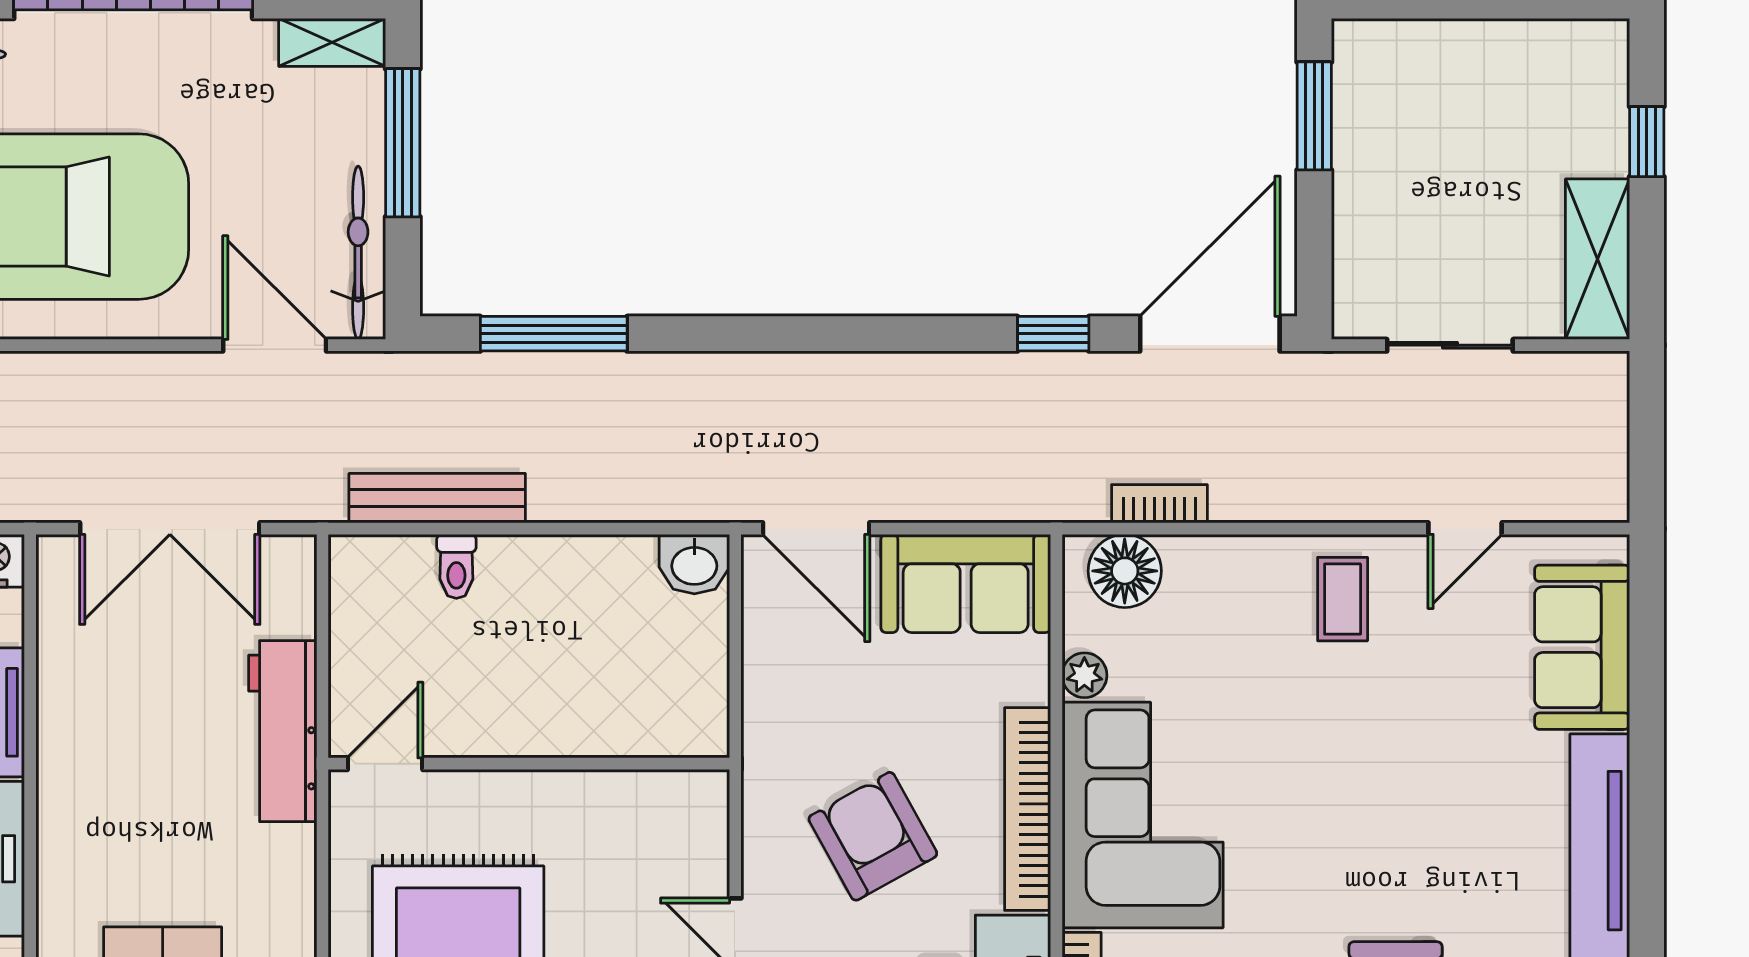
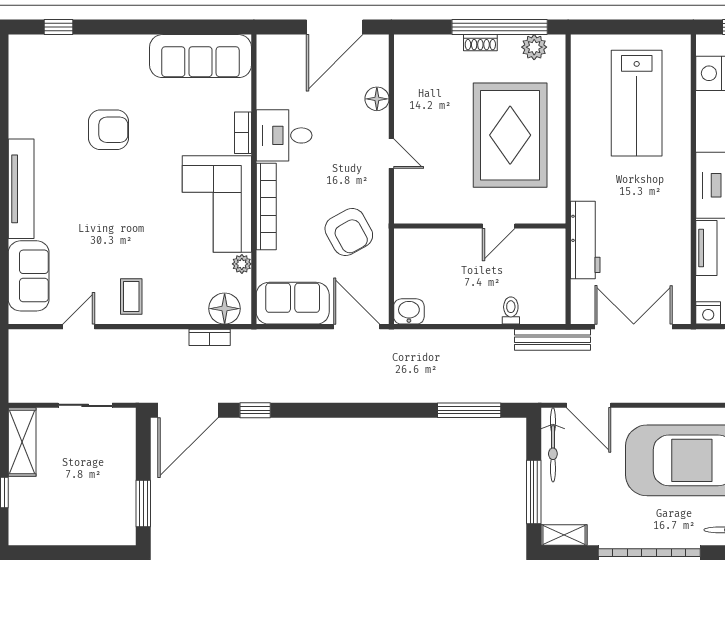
bench: (437, 498) -> (553, 340), moved
door: (385, 764) -> (499, 226), moved
armchair: (873, 836) -> (349, 232), moved

